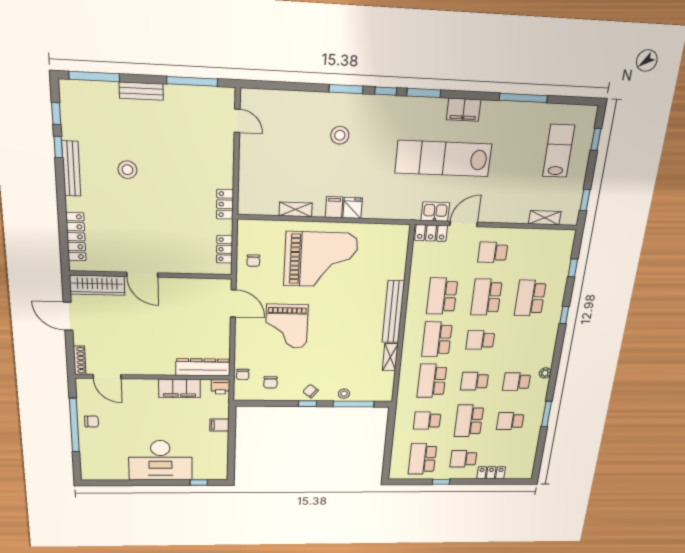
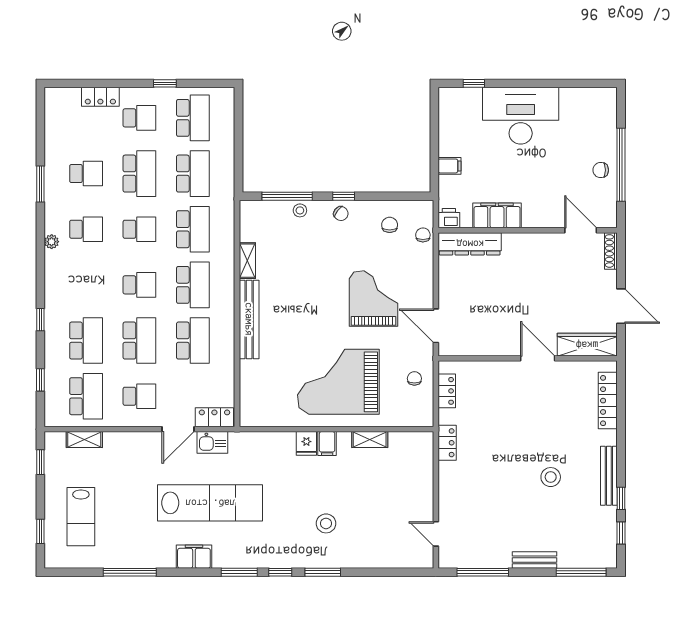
school desk: (537, 254) -> (86, 396), added
school desk: (427, 421) -> (193, 174), width x1.85

